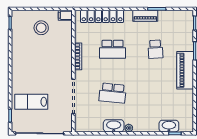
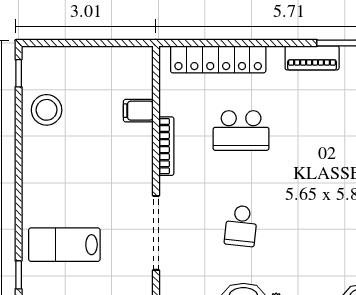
filing cabinet: (65, 15) -> (138, 111), moved
stool: (41, 28) -> (47, 110), moved
school desk: (155, 49) -> (334, 130), removed
school desk: (113, 93) -> (241, 226), width x0.54

